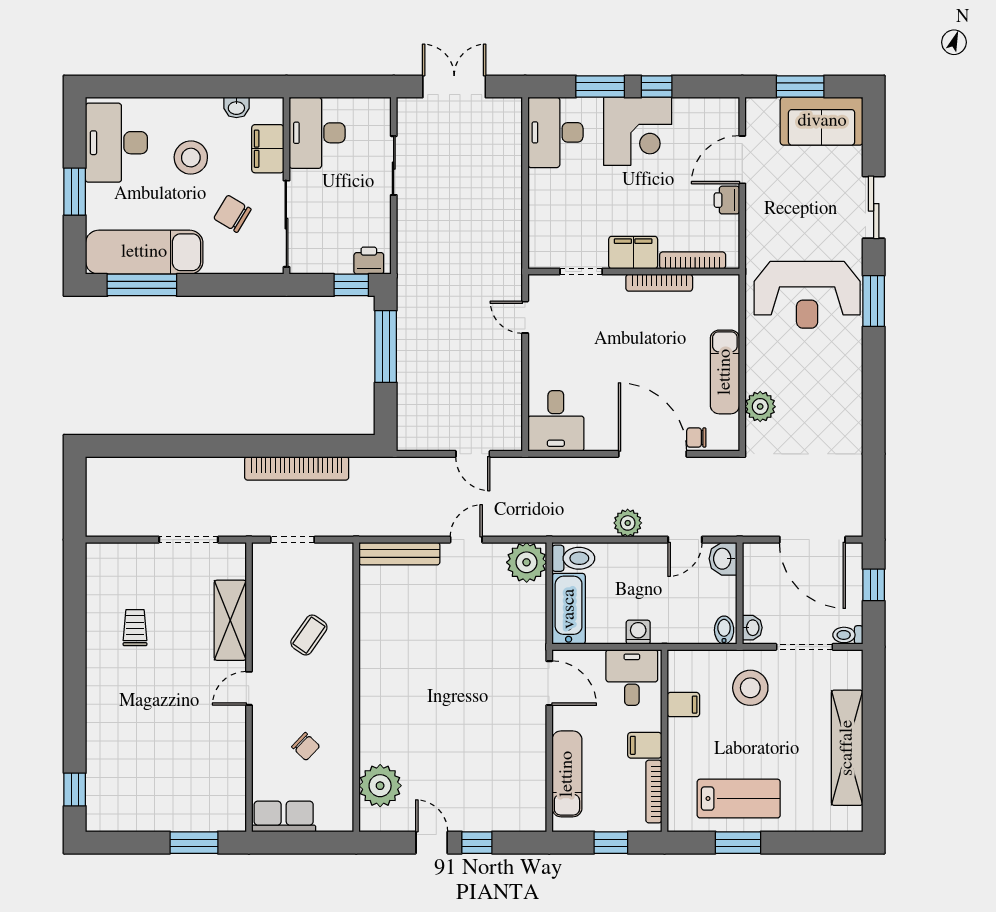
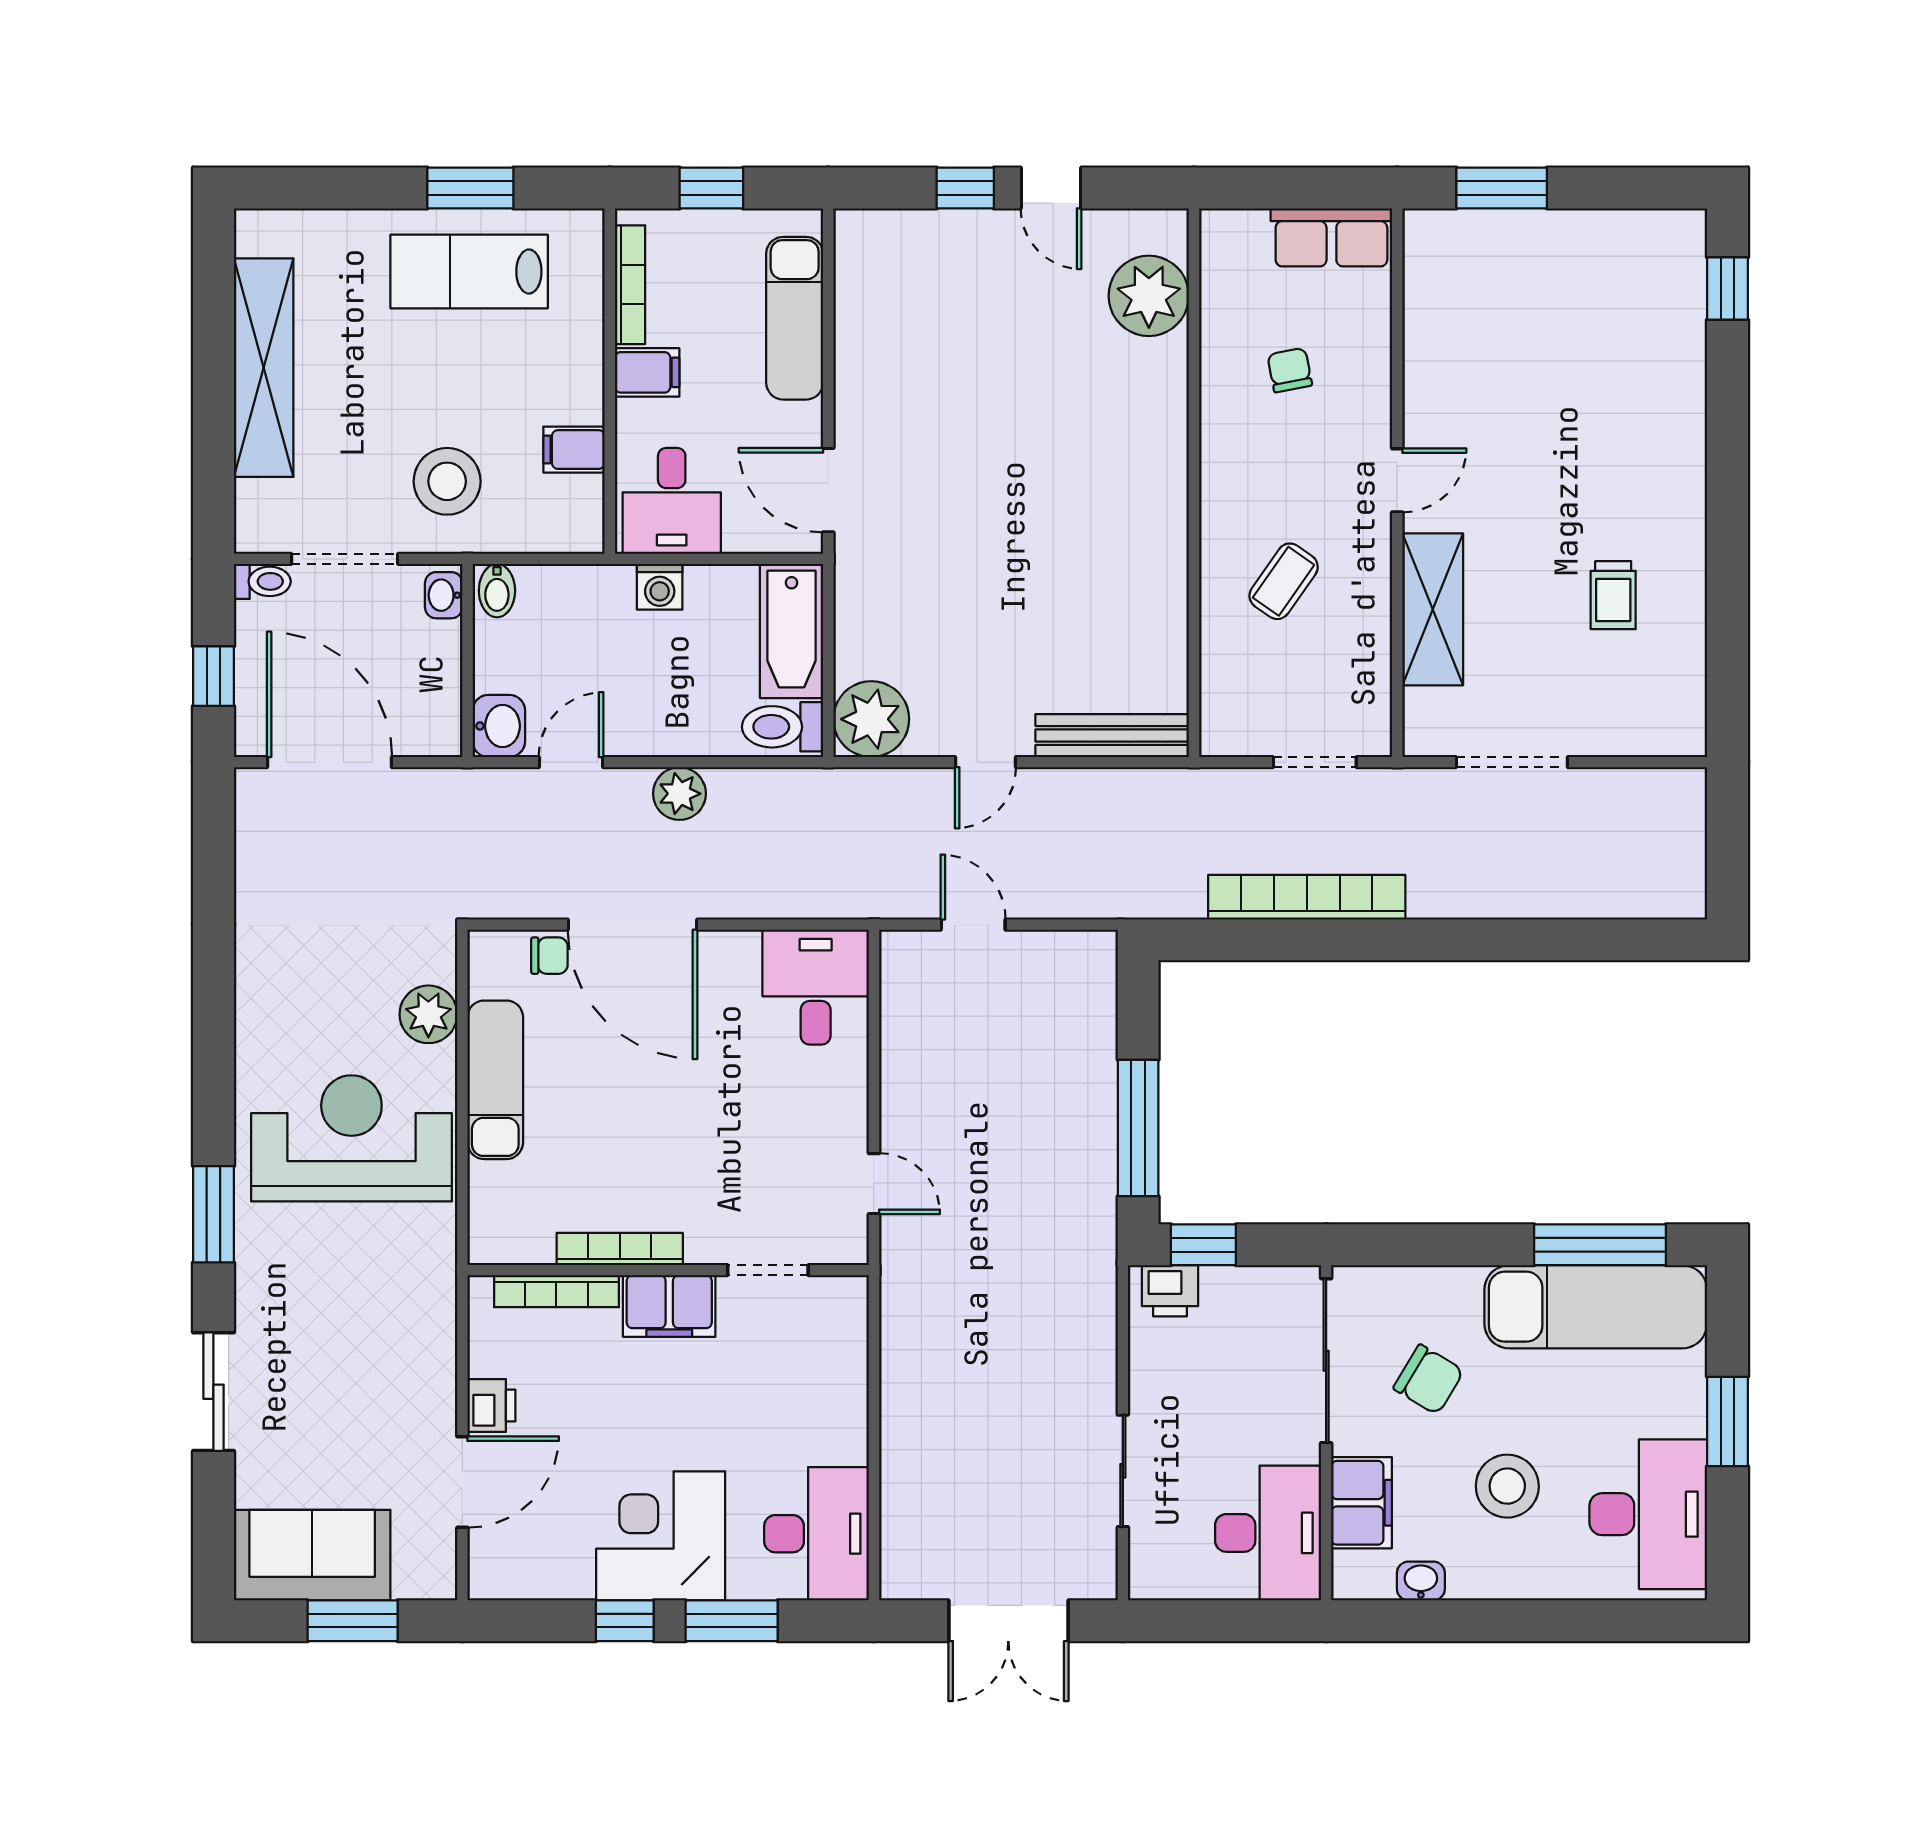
reception desk: (807, 295) -> (351, 1138), moved
chair: (306, 746) -> (1290, 370), turned 35

